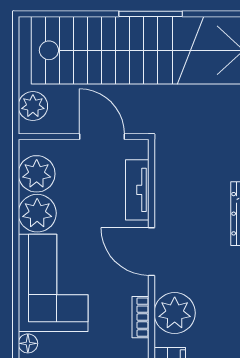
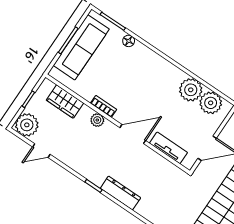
corner sofa: (53, 283) -> (150, 74), removed
plant: (175, 313) -> (97, 120), width x0.53, depth x0.53

